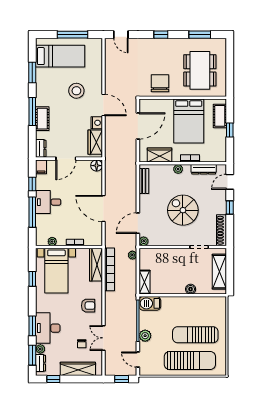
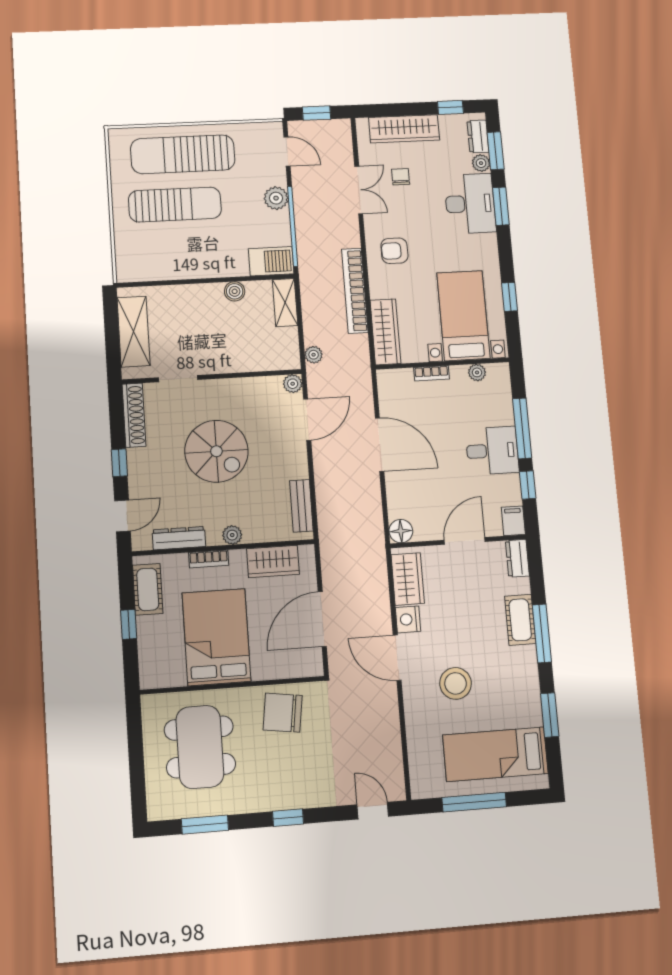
chair: (160, 83) -> (283, 713), turned 98
cot: (220, 116) -> (148, 589), moved
bookcase: (109, 269) -> (355, 291), moved
boiler: (191, 289) -> (235, 291), moved

